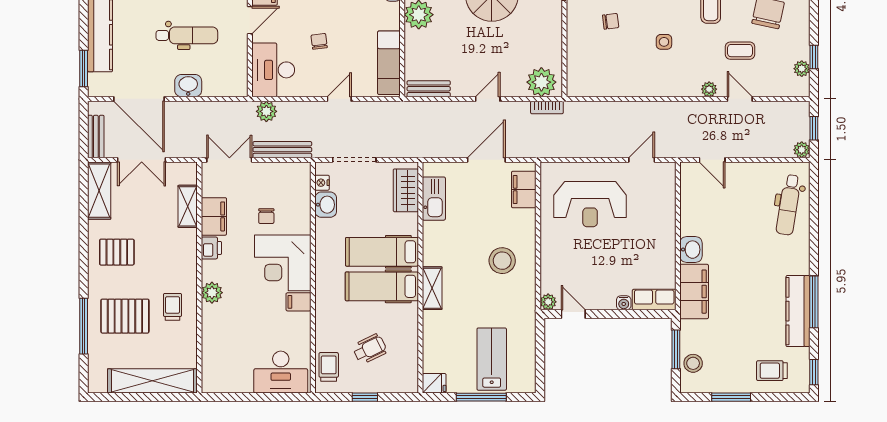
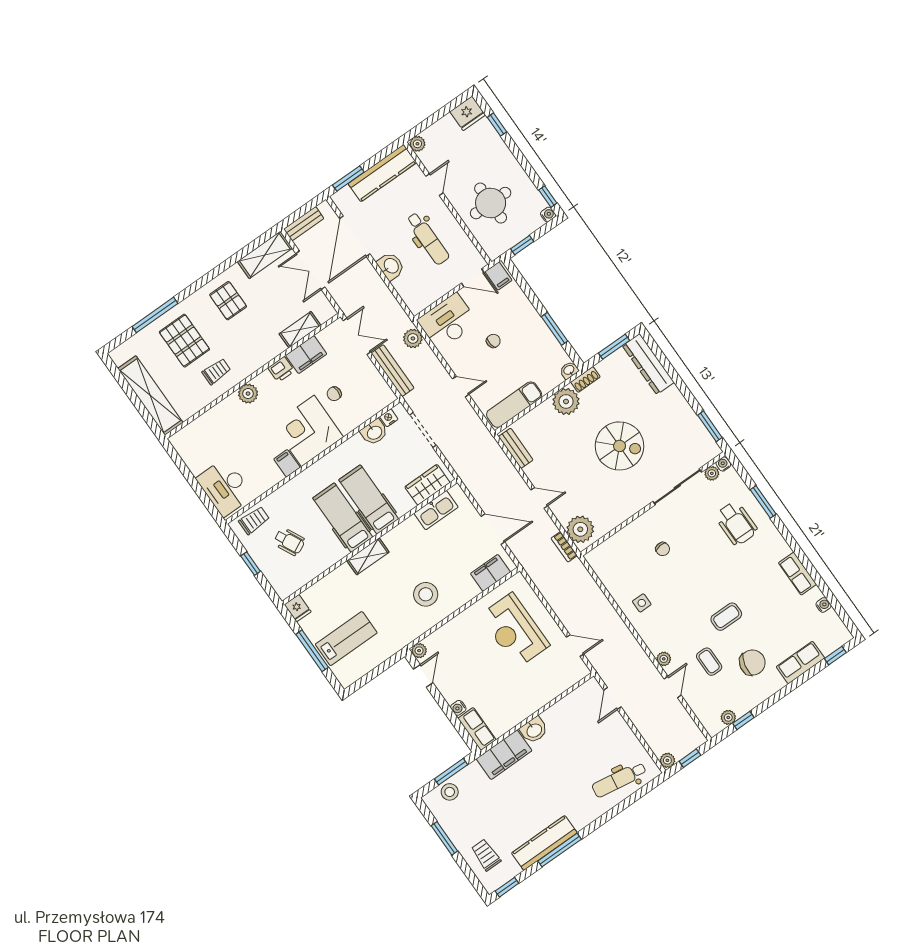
side table: (664, 42) -> (642, 603), moved

